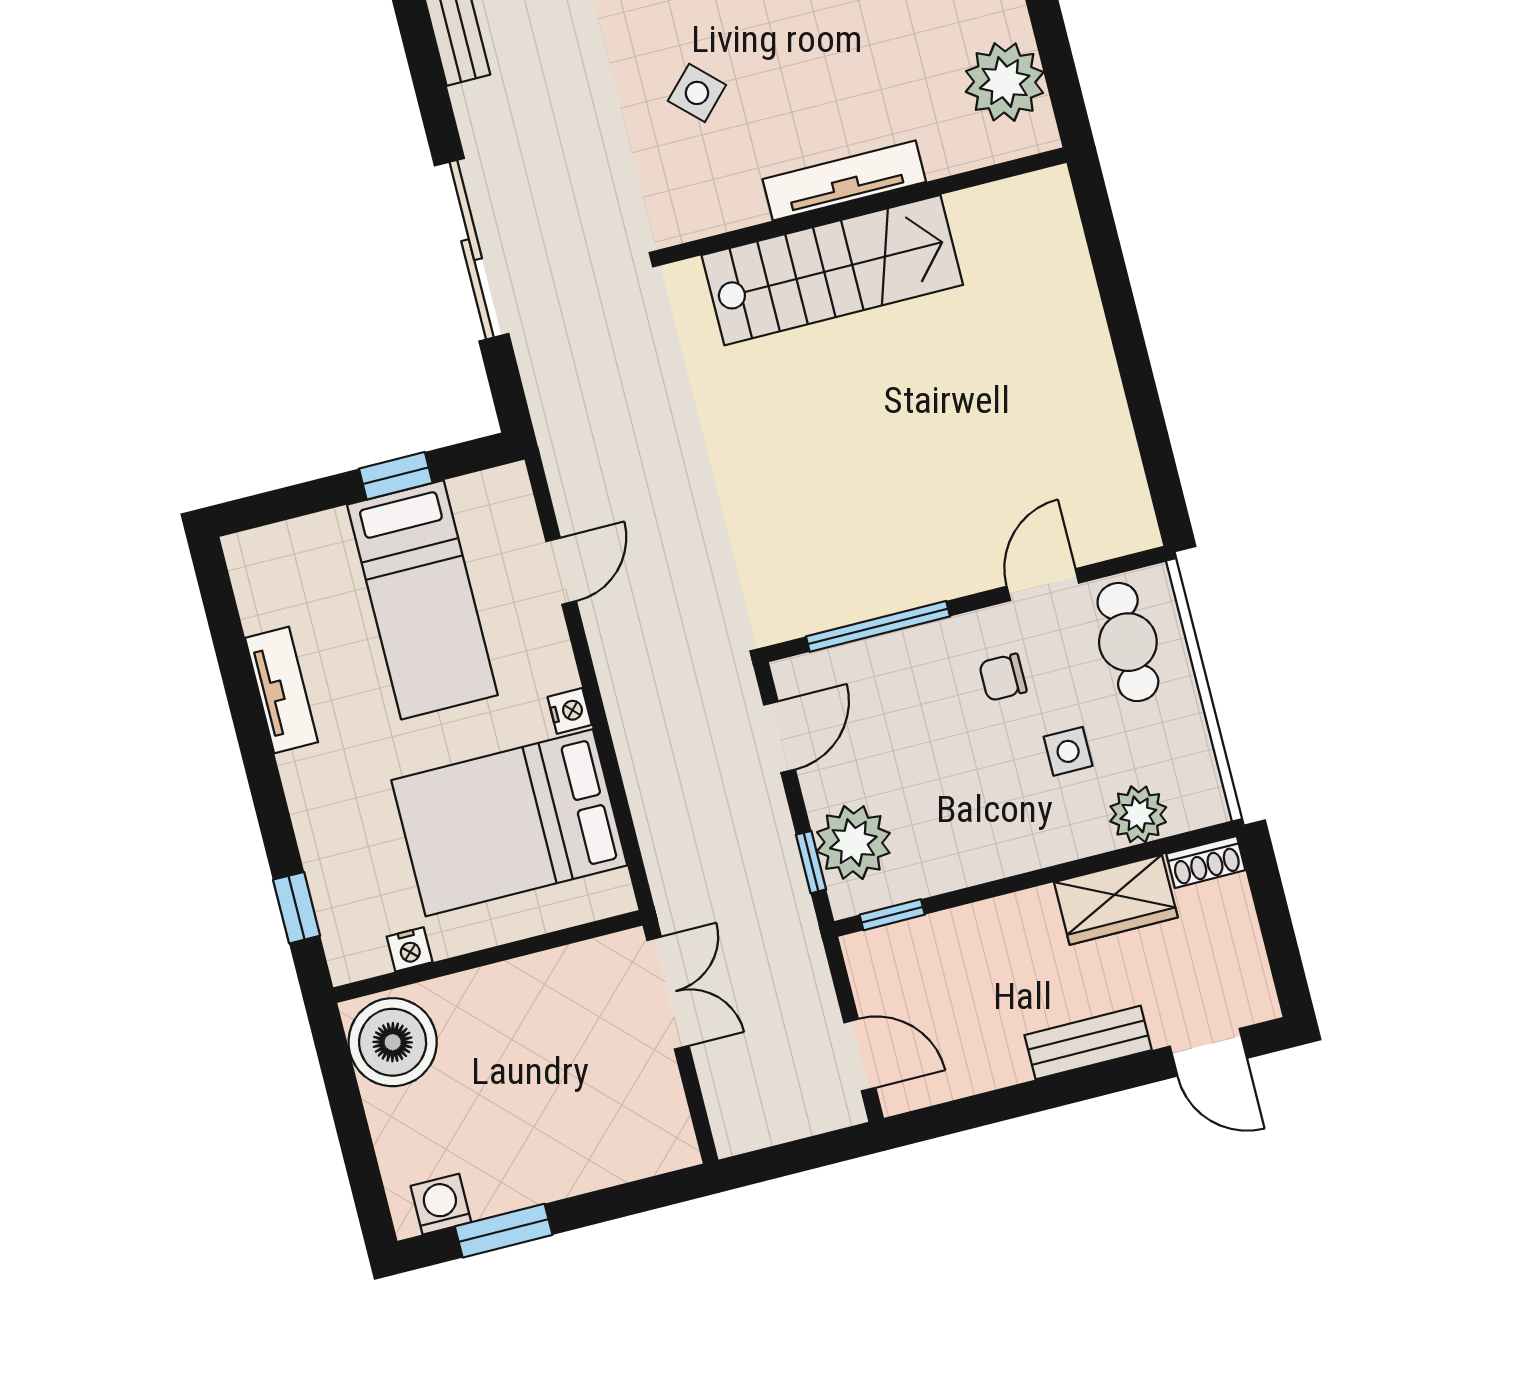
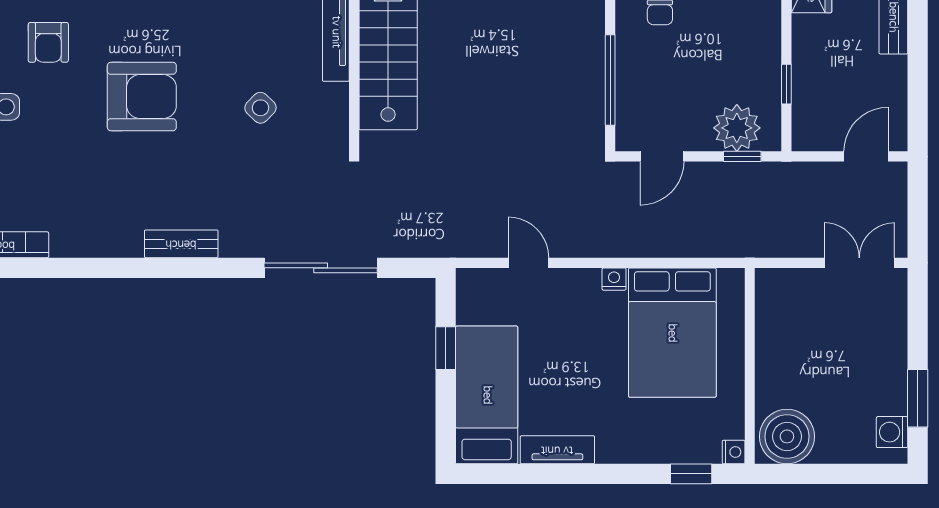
bed: (422, 600) -> (487, 395), moved, turned -90
door: (779, 737) -> (662, 156), swing flipped
window: (892, 915) -> (786, 84), moved
nightstand: (410, 949) -> (734, 452), moved
double door: (668, 993) -> (859, 263), moved

